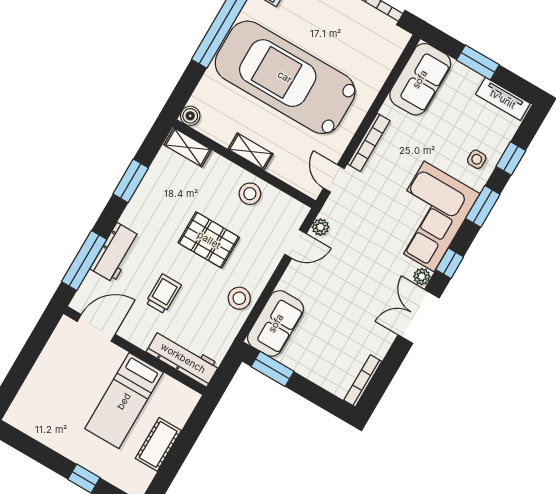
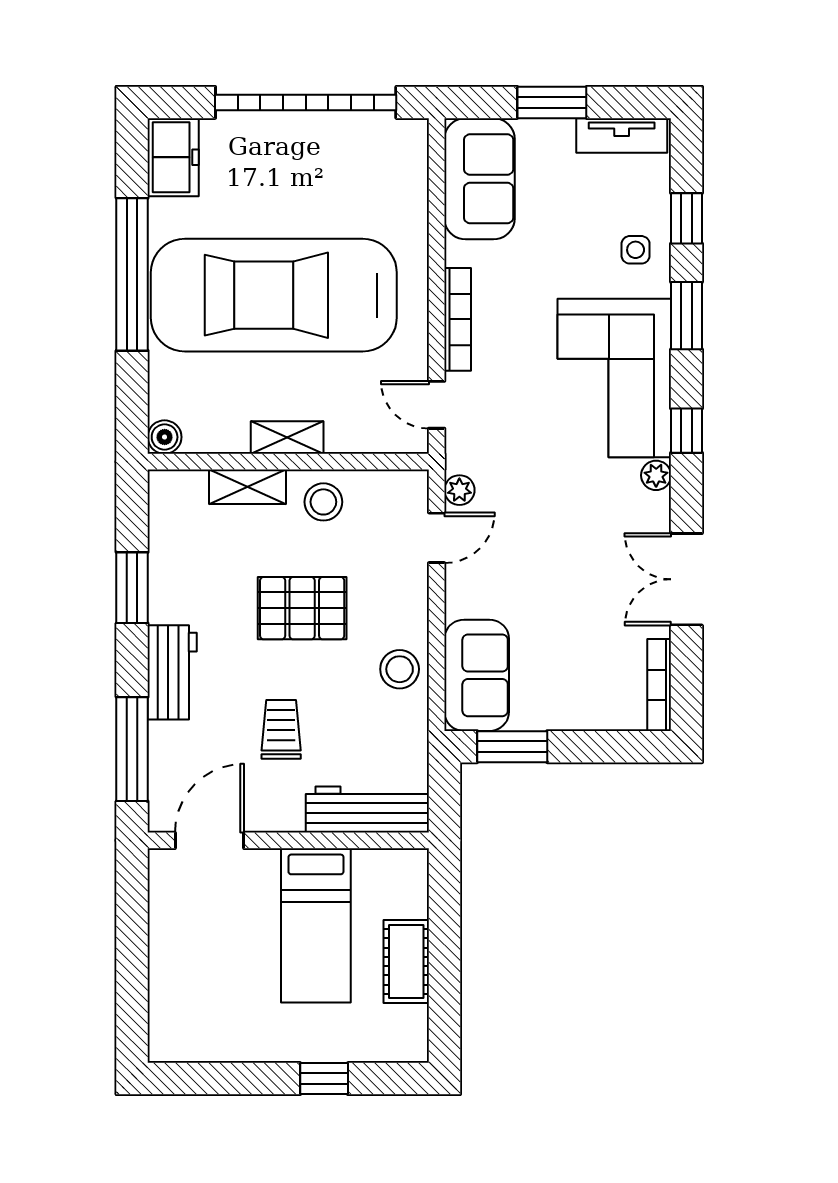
shelving: (188, 147) -> (247, 487), moved
workbench: (115, 253) -> (172, 672), moved
double door: (419, 316) -> (686, 579), moved

